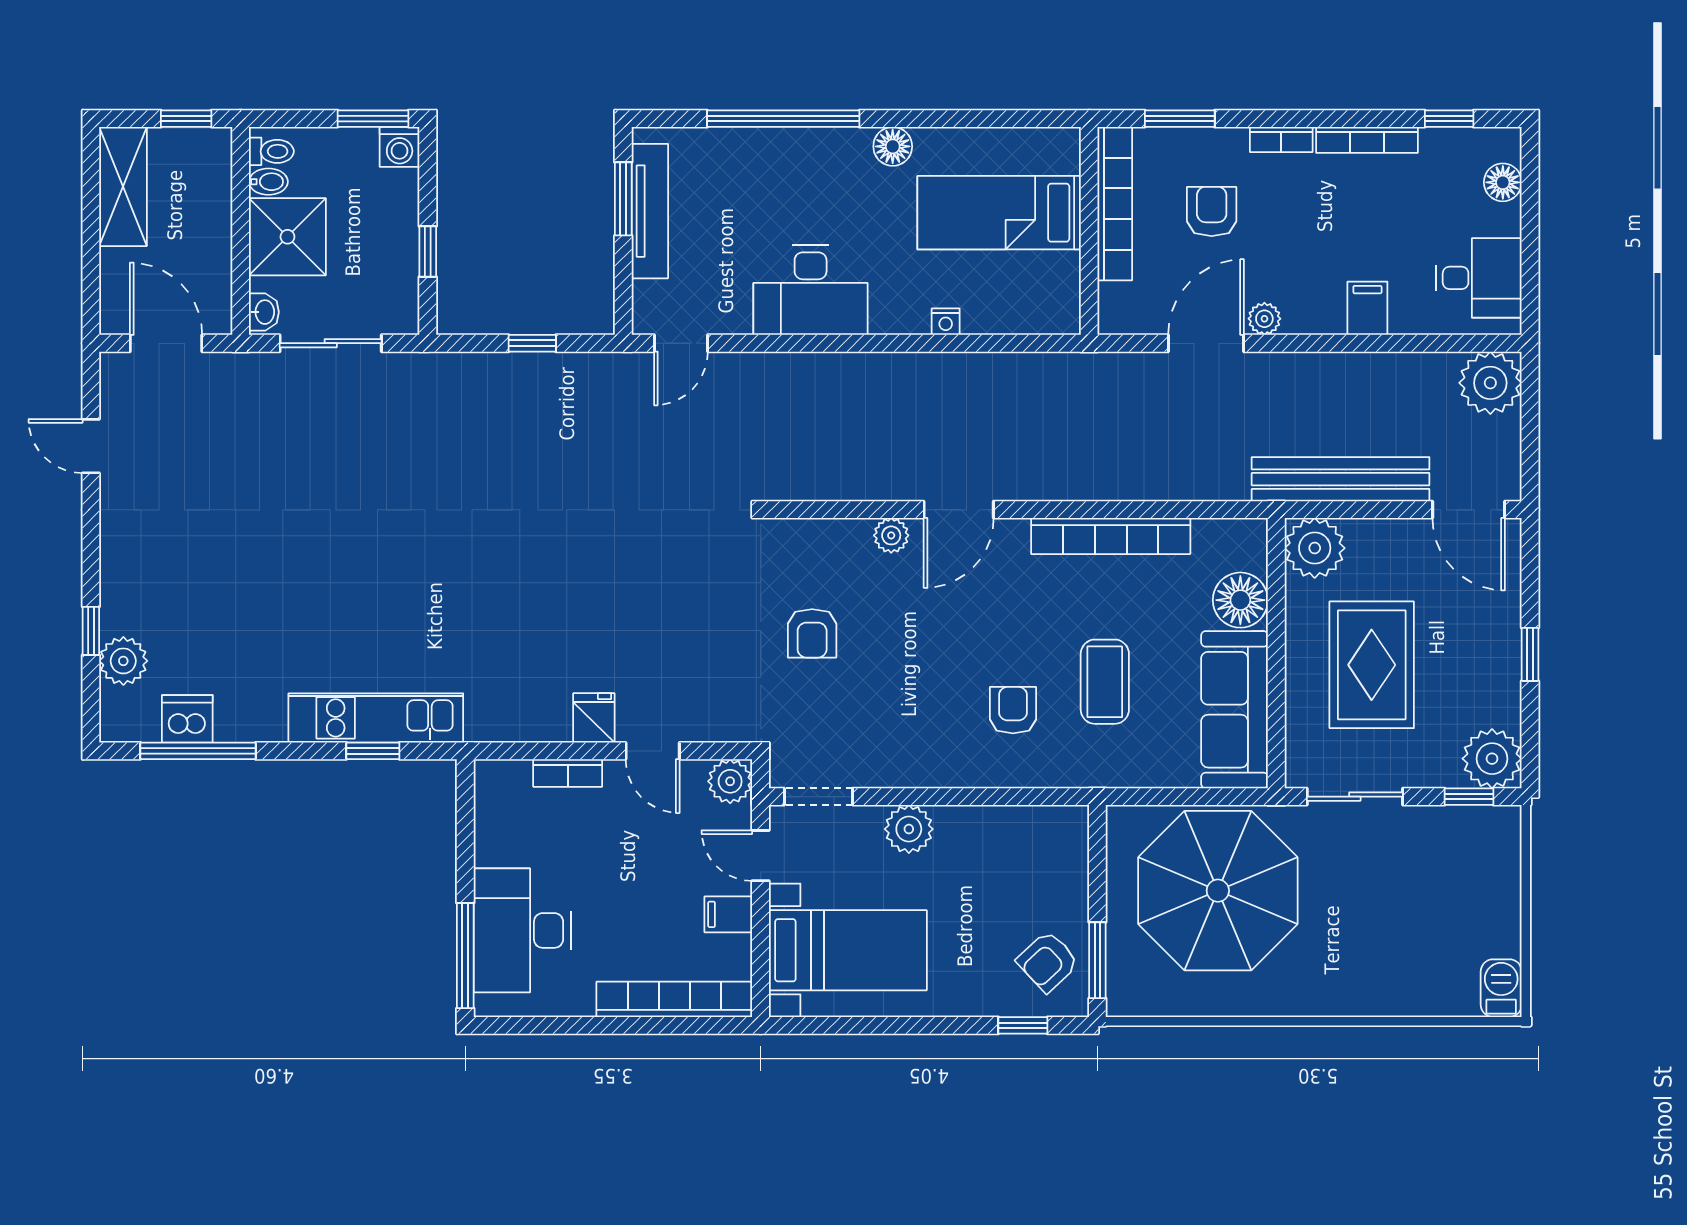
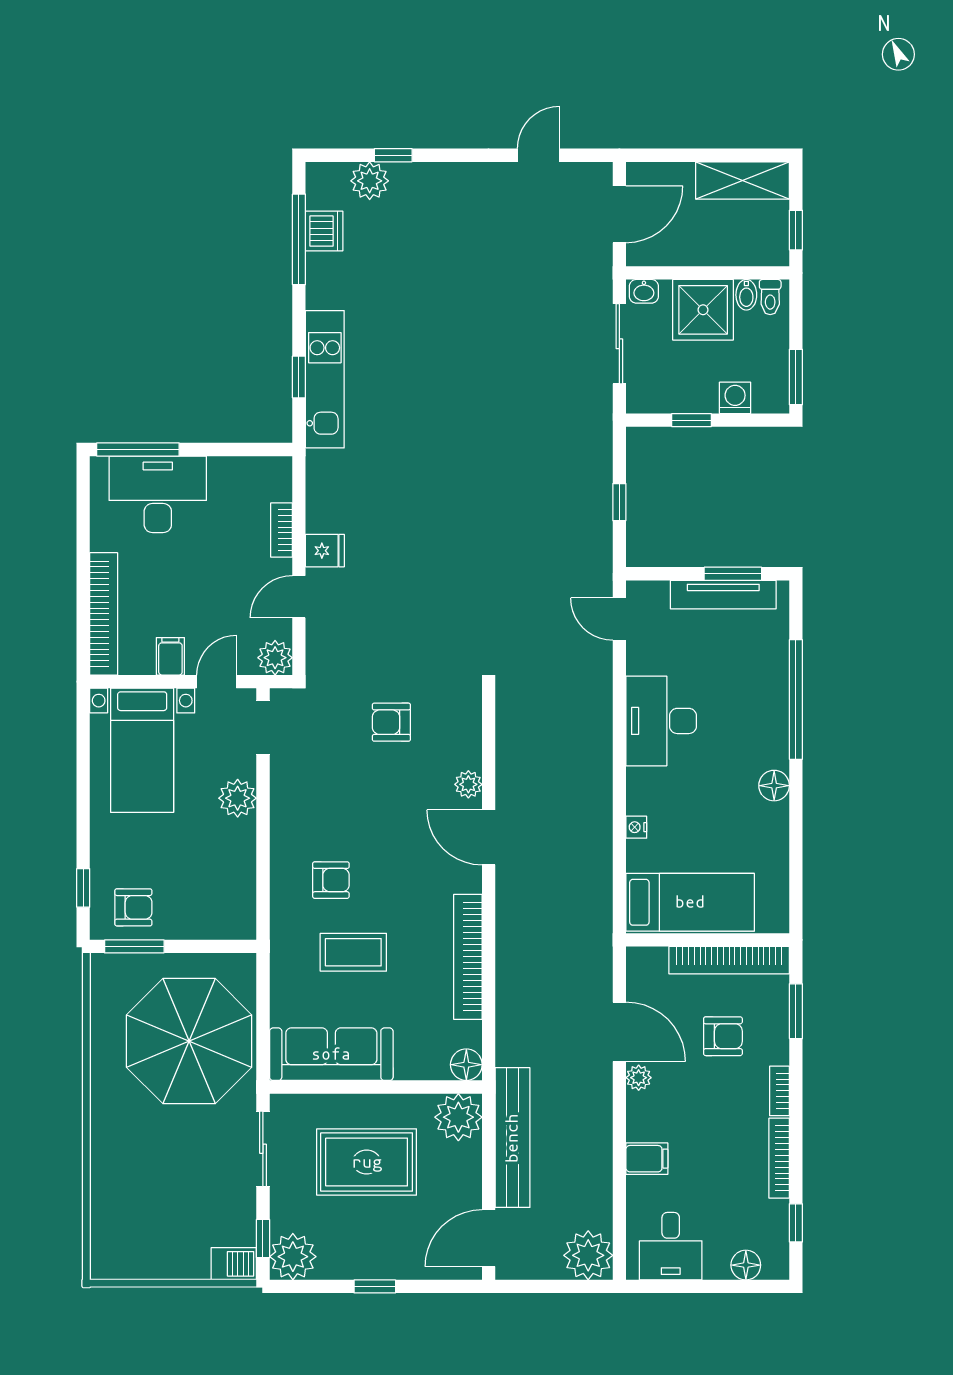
washing machine: (400, 147) -> (735, 398), moved, turned 90
bed: (999, 213) -> (690, 902), moved, turned 90
floor lamp: (1240, 600) -> (466, 1065), moved, width x0.73, depth x0.73
armchair: (1048, 962) -> (133, 907), turned 133
barbecue: (1501, 988) -> (234, 1264), moved

